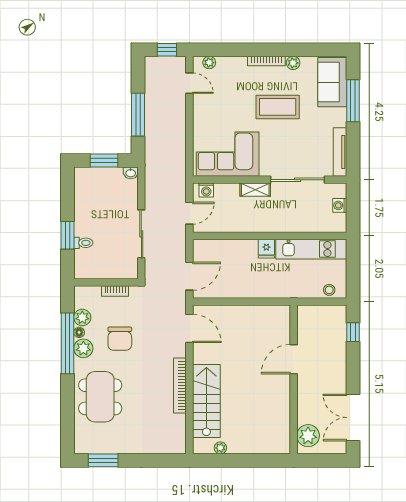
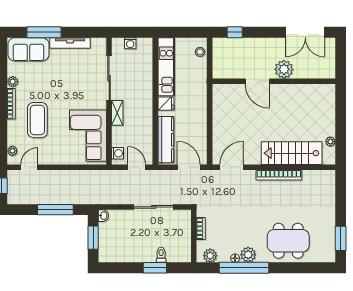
coffee table: (278, 107) -> (37, 120), moved
tv unit: (340, 152) -> (70, 43), moved
kitchen counter: (223, 248) -> (166, 140), added
plant: (82, 317) -> (210, 256), moved
chair: (120, 339) -> (240, 225), removed
plant: (308, 436) -> (284, 69), moved

